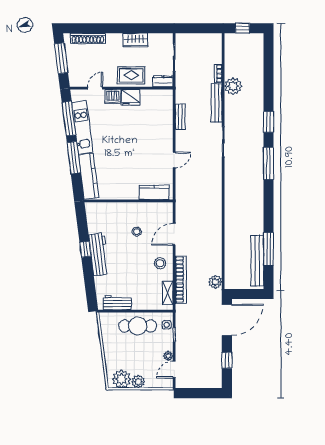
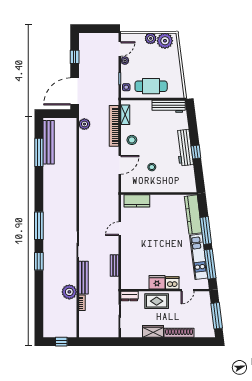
shoe rack: (88, 38) -> (179, 333), moved
workbench: (117, 303) -> (169, 106), width x1.38

